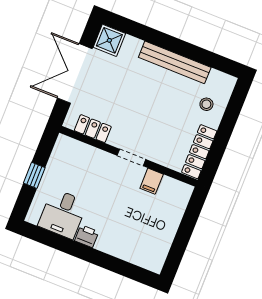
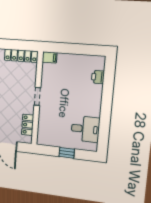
filing cabinet: (152, 181) -> (50, 57), moved
printer: (87, 236) -> (98, 77), moved

